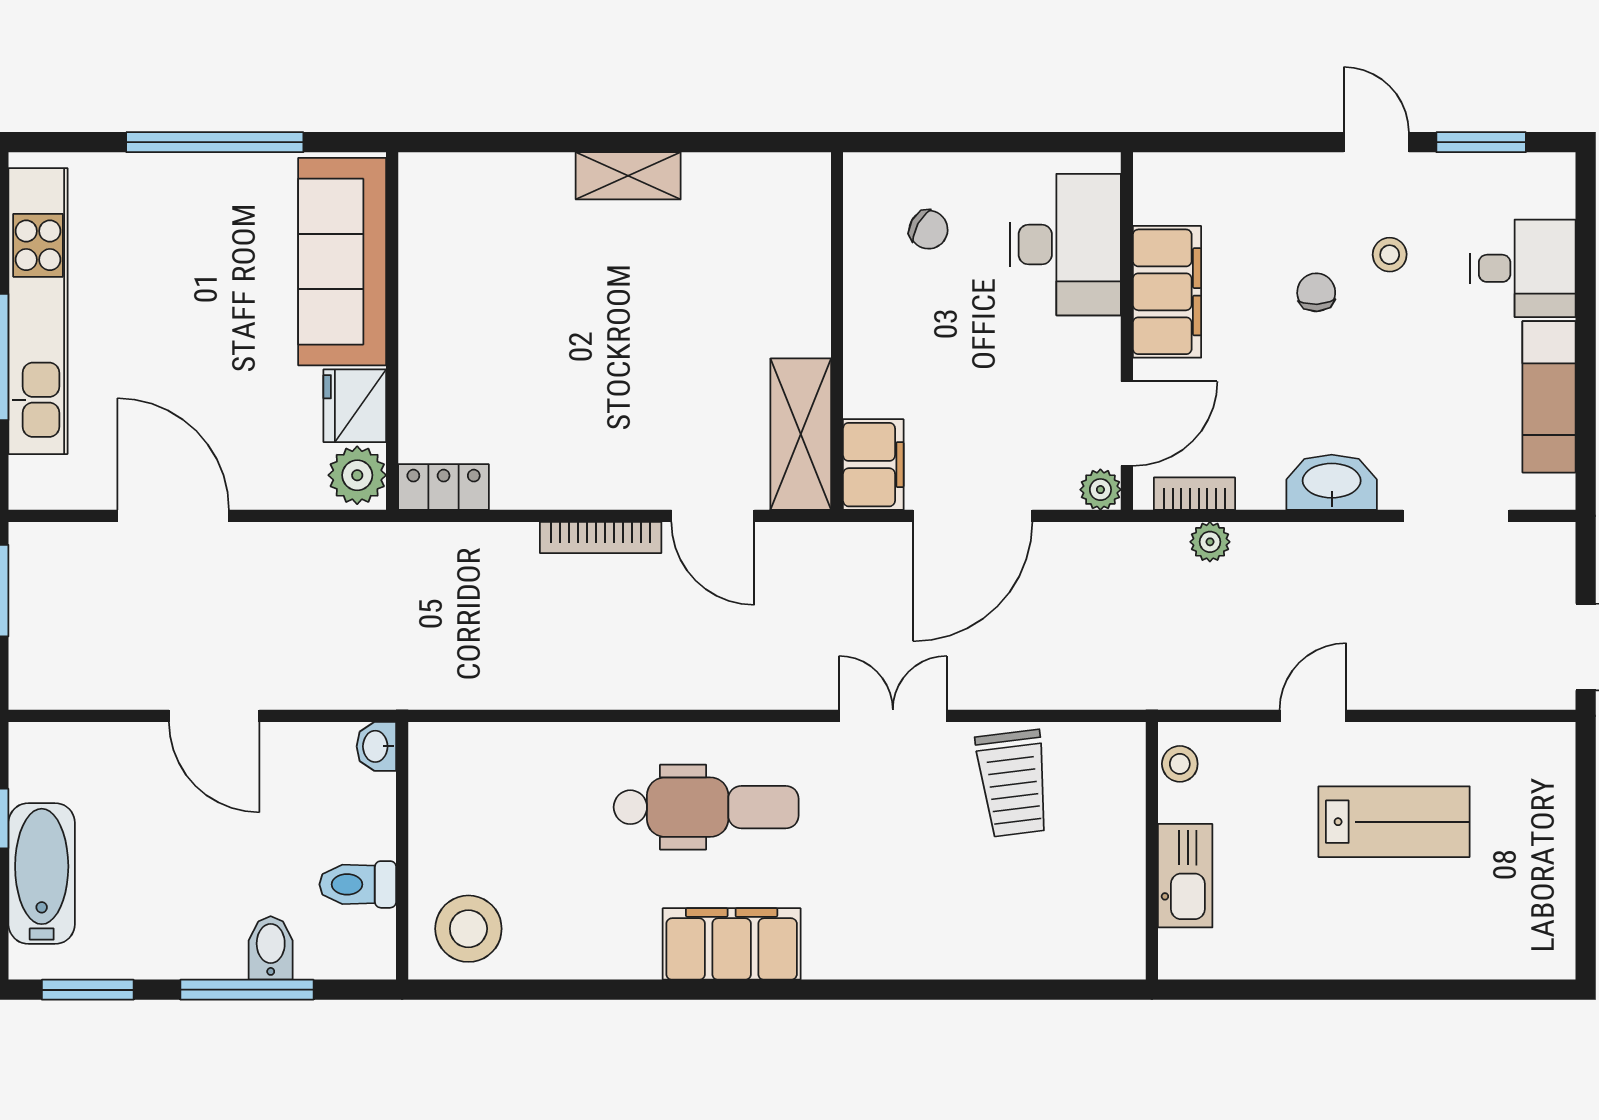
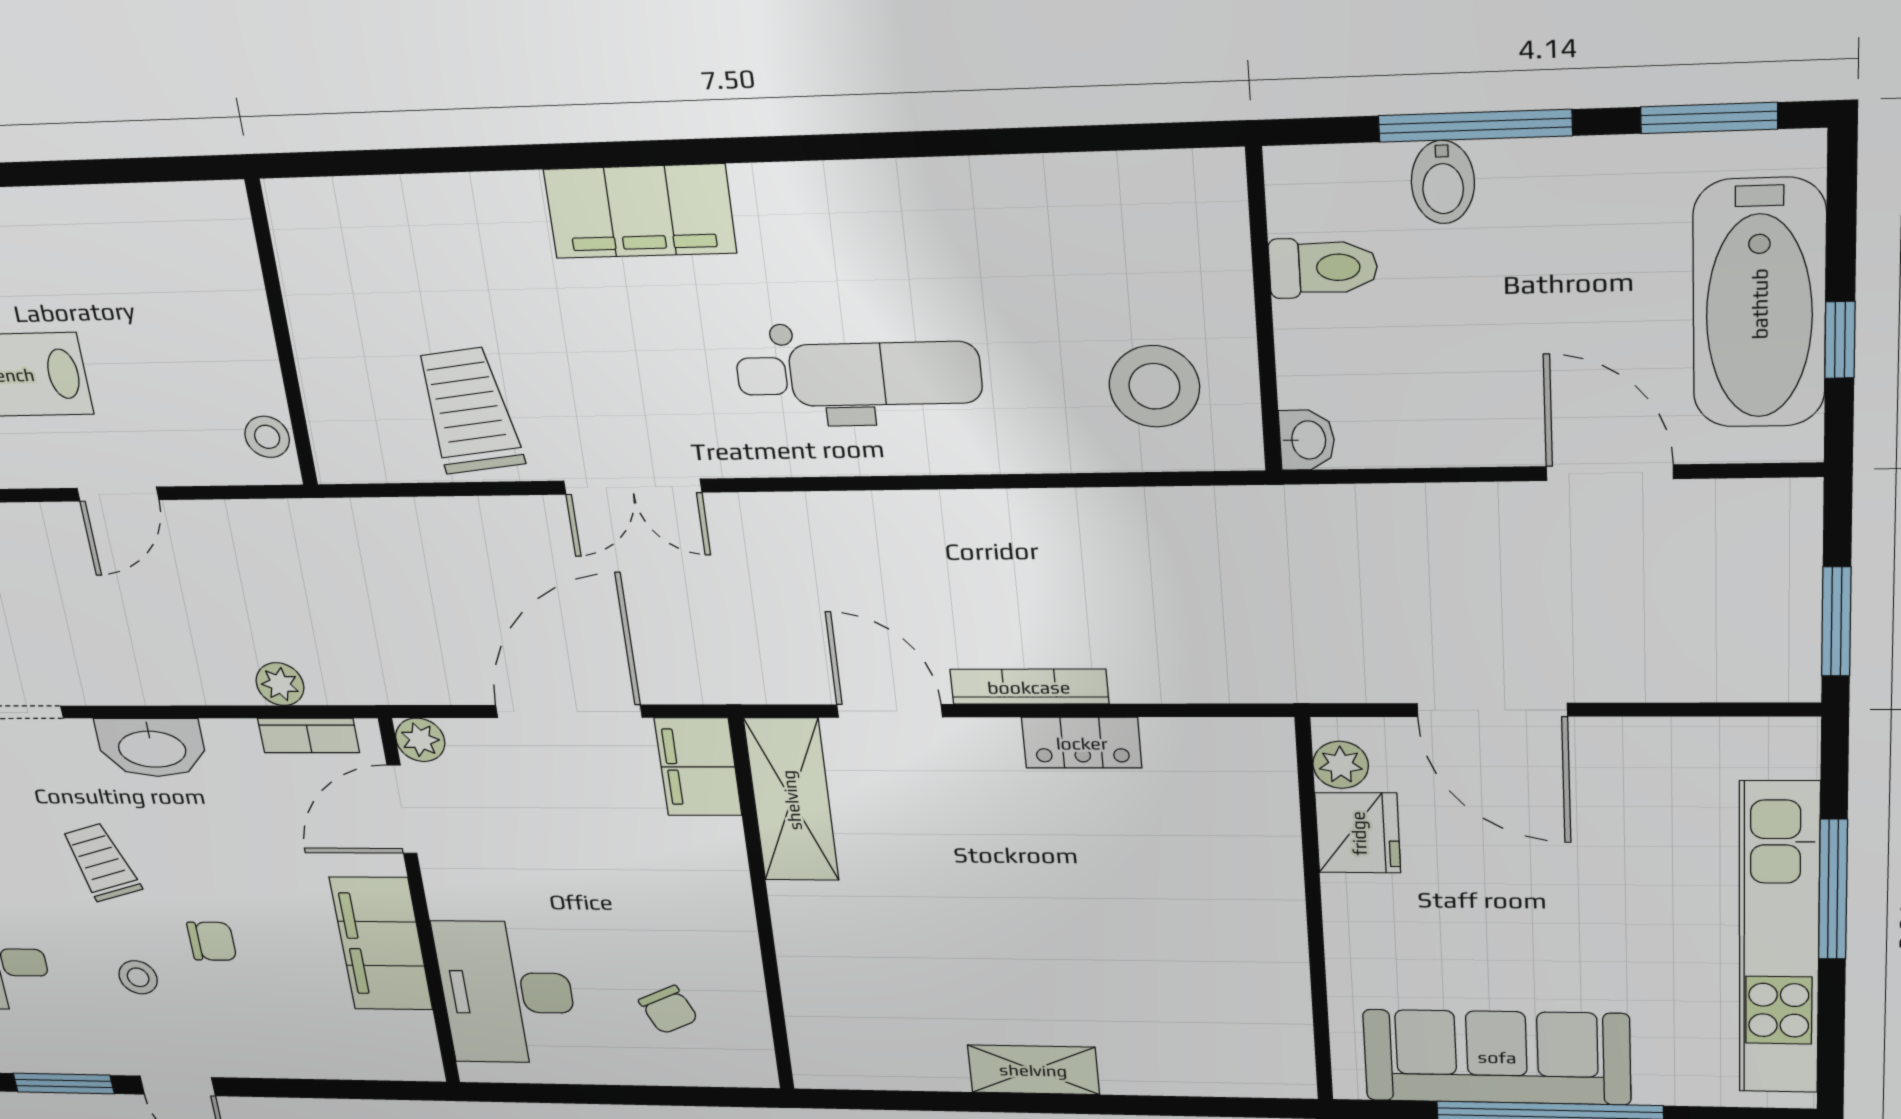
chair: (929, 230) -> (668, 1010), turned -144
sofa: (342, 262) -> (1497, 1057), moved, turned -90
chair: (1316, 292) -> (212, 941), turned -87
trolley: (1399, 370) -> (101, 862), added
plant: (357, 475) -> (1341, 765), width x0.73, depth x0.73
locker: (444, 487) -> (1082, 743), moved
door: (173, 516) -> (1492, 710), moved
door: (214, 716) -> (1610, 473), moved
dental chair: (706, 807) -> (859, 374), turned 180
bathtub: (42, 873) -> (1759, 304), width x1.36, depth x1.36
kitchen sink: (1185, 876) -> (235, 306), removed
stool: (468, 929) -> (1154, 386), moved
filing cabinet: (732, 944) -> (640, 211), moved

